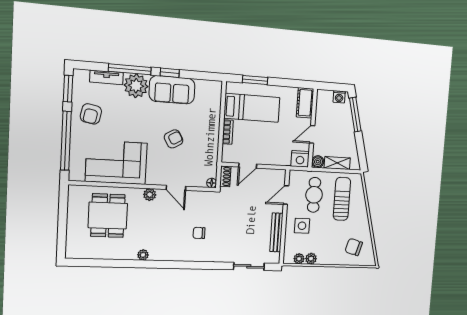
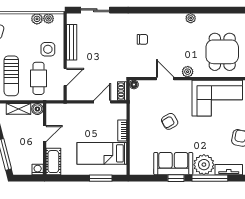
washing machine: (339, 97) -> (38, 169), moved
nightstand: (300, 159) -> (54, 111), removed

